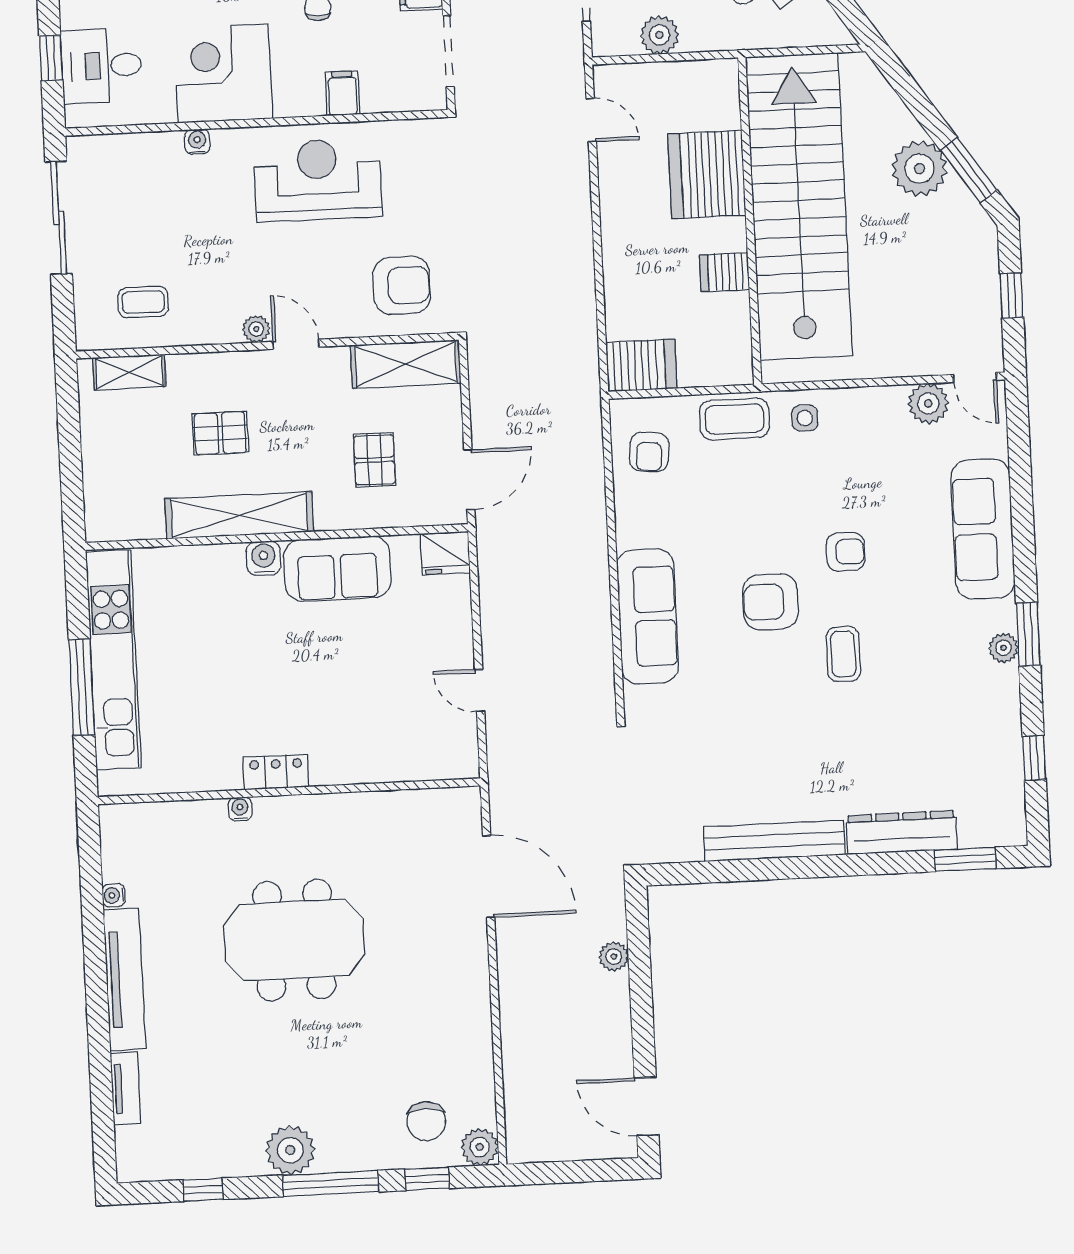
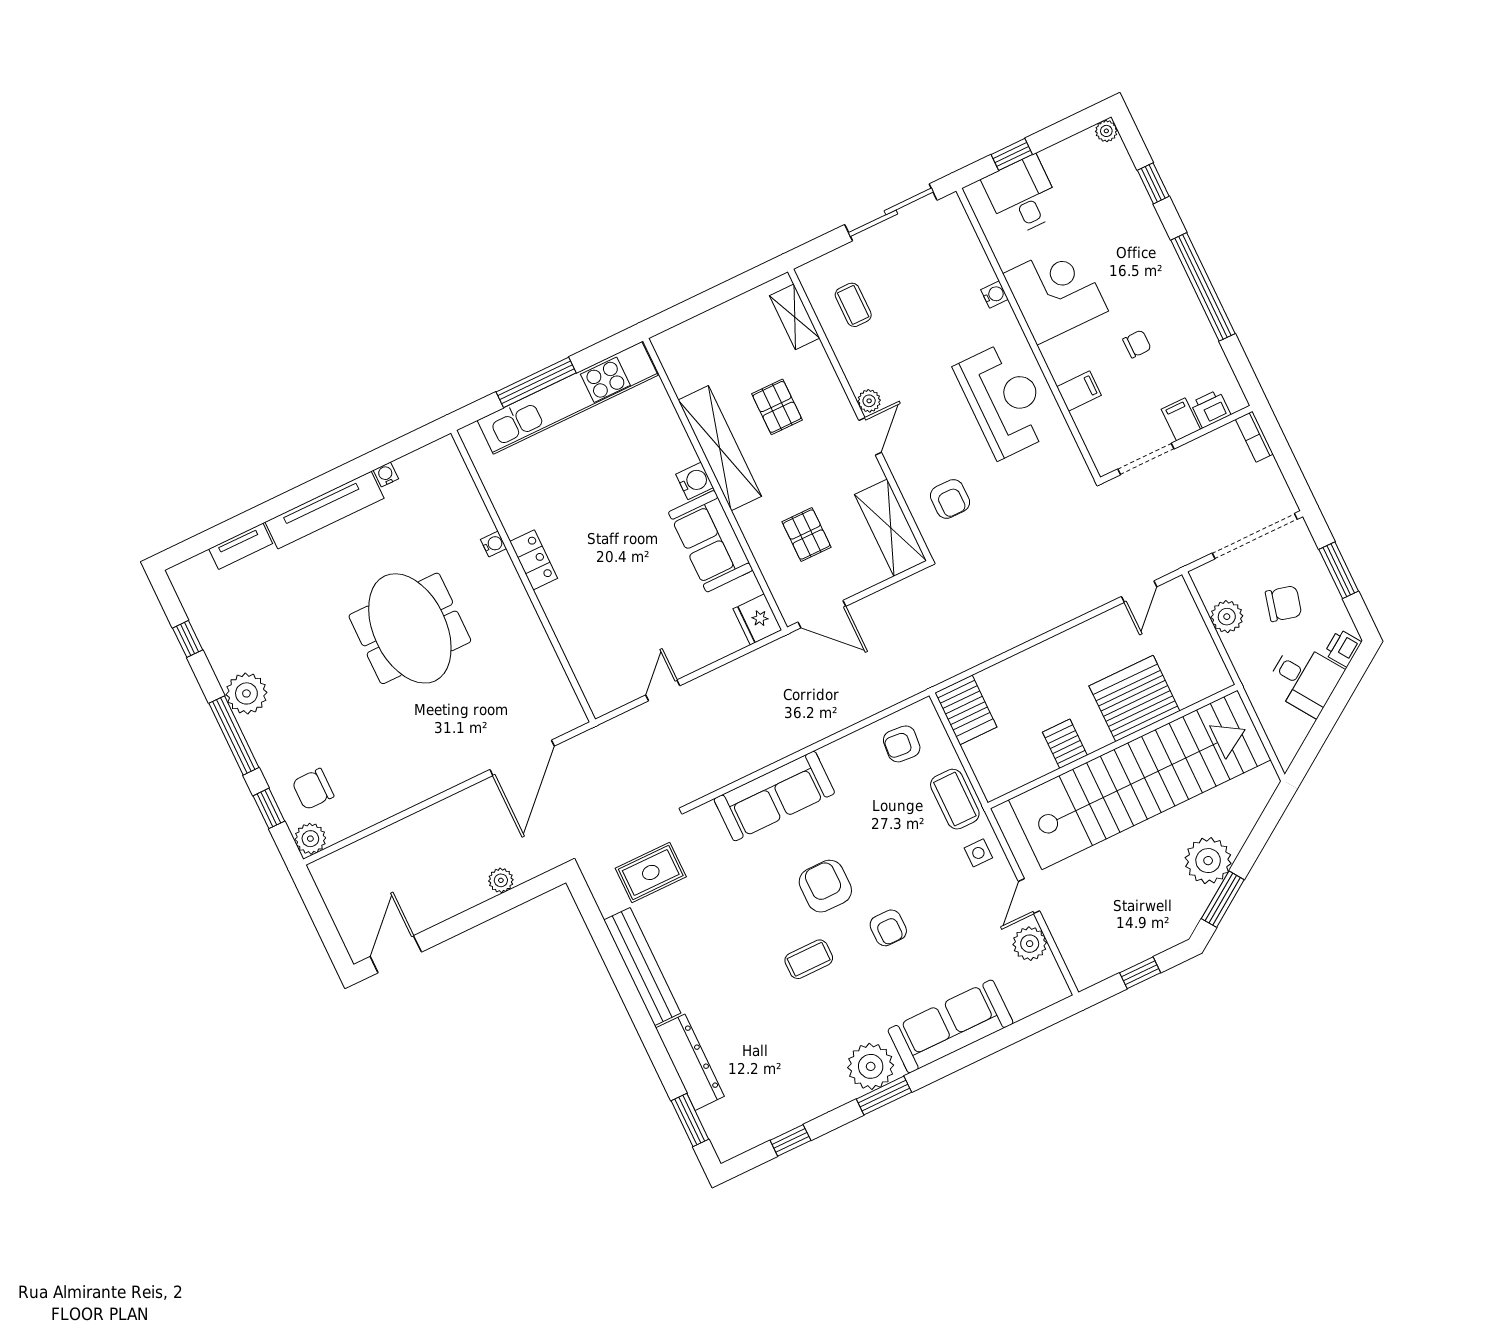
armchair: (402, 285) -> (950, 499), width x0.72, depth x0.72
door: (975, 377) -> (1029, 896), moved
pallet: (374, 460) -> (807, 535), turned 90
plant: (1003, 648) -> (871, 1066), width x1.88, depth x1.88
rug: (675, 788) -> (651, 872), added

